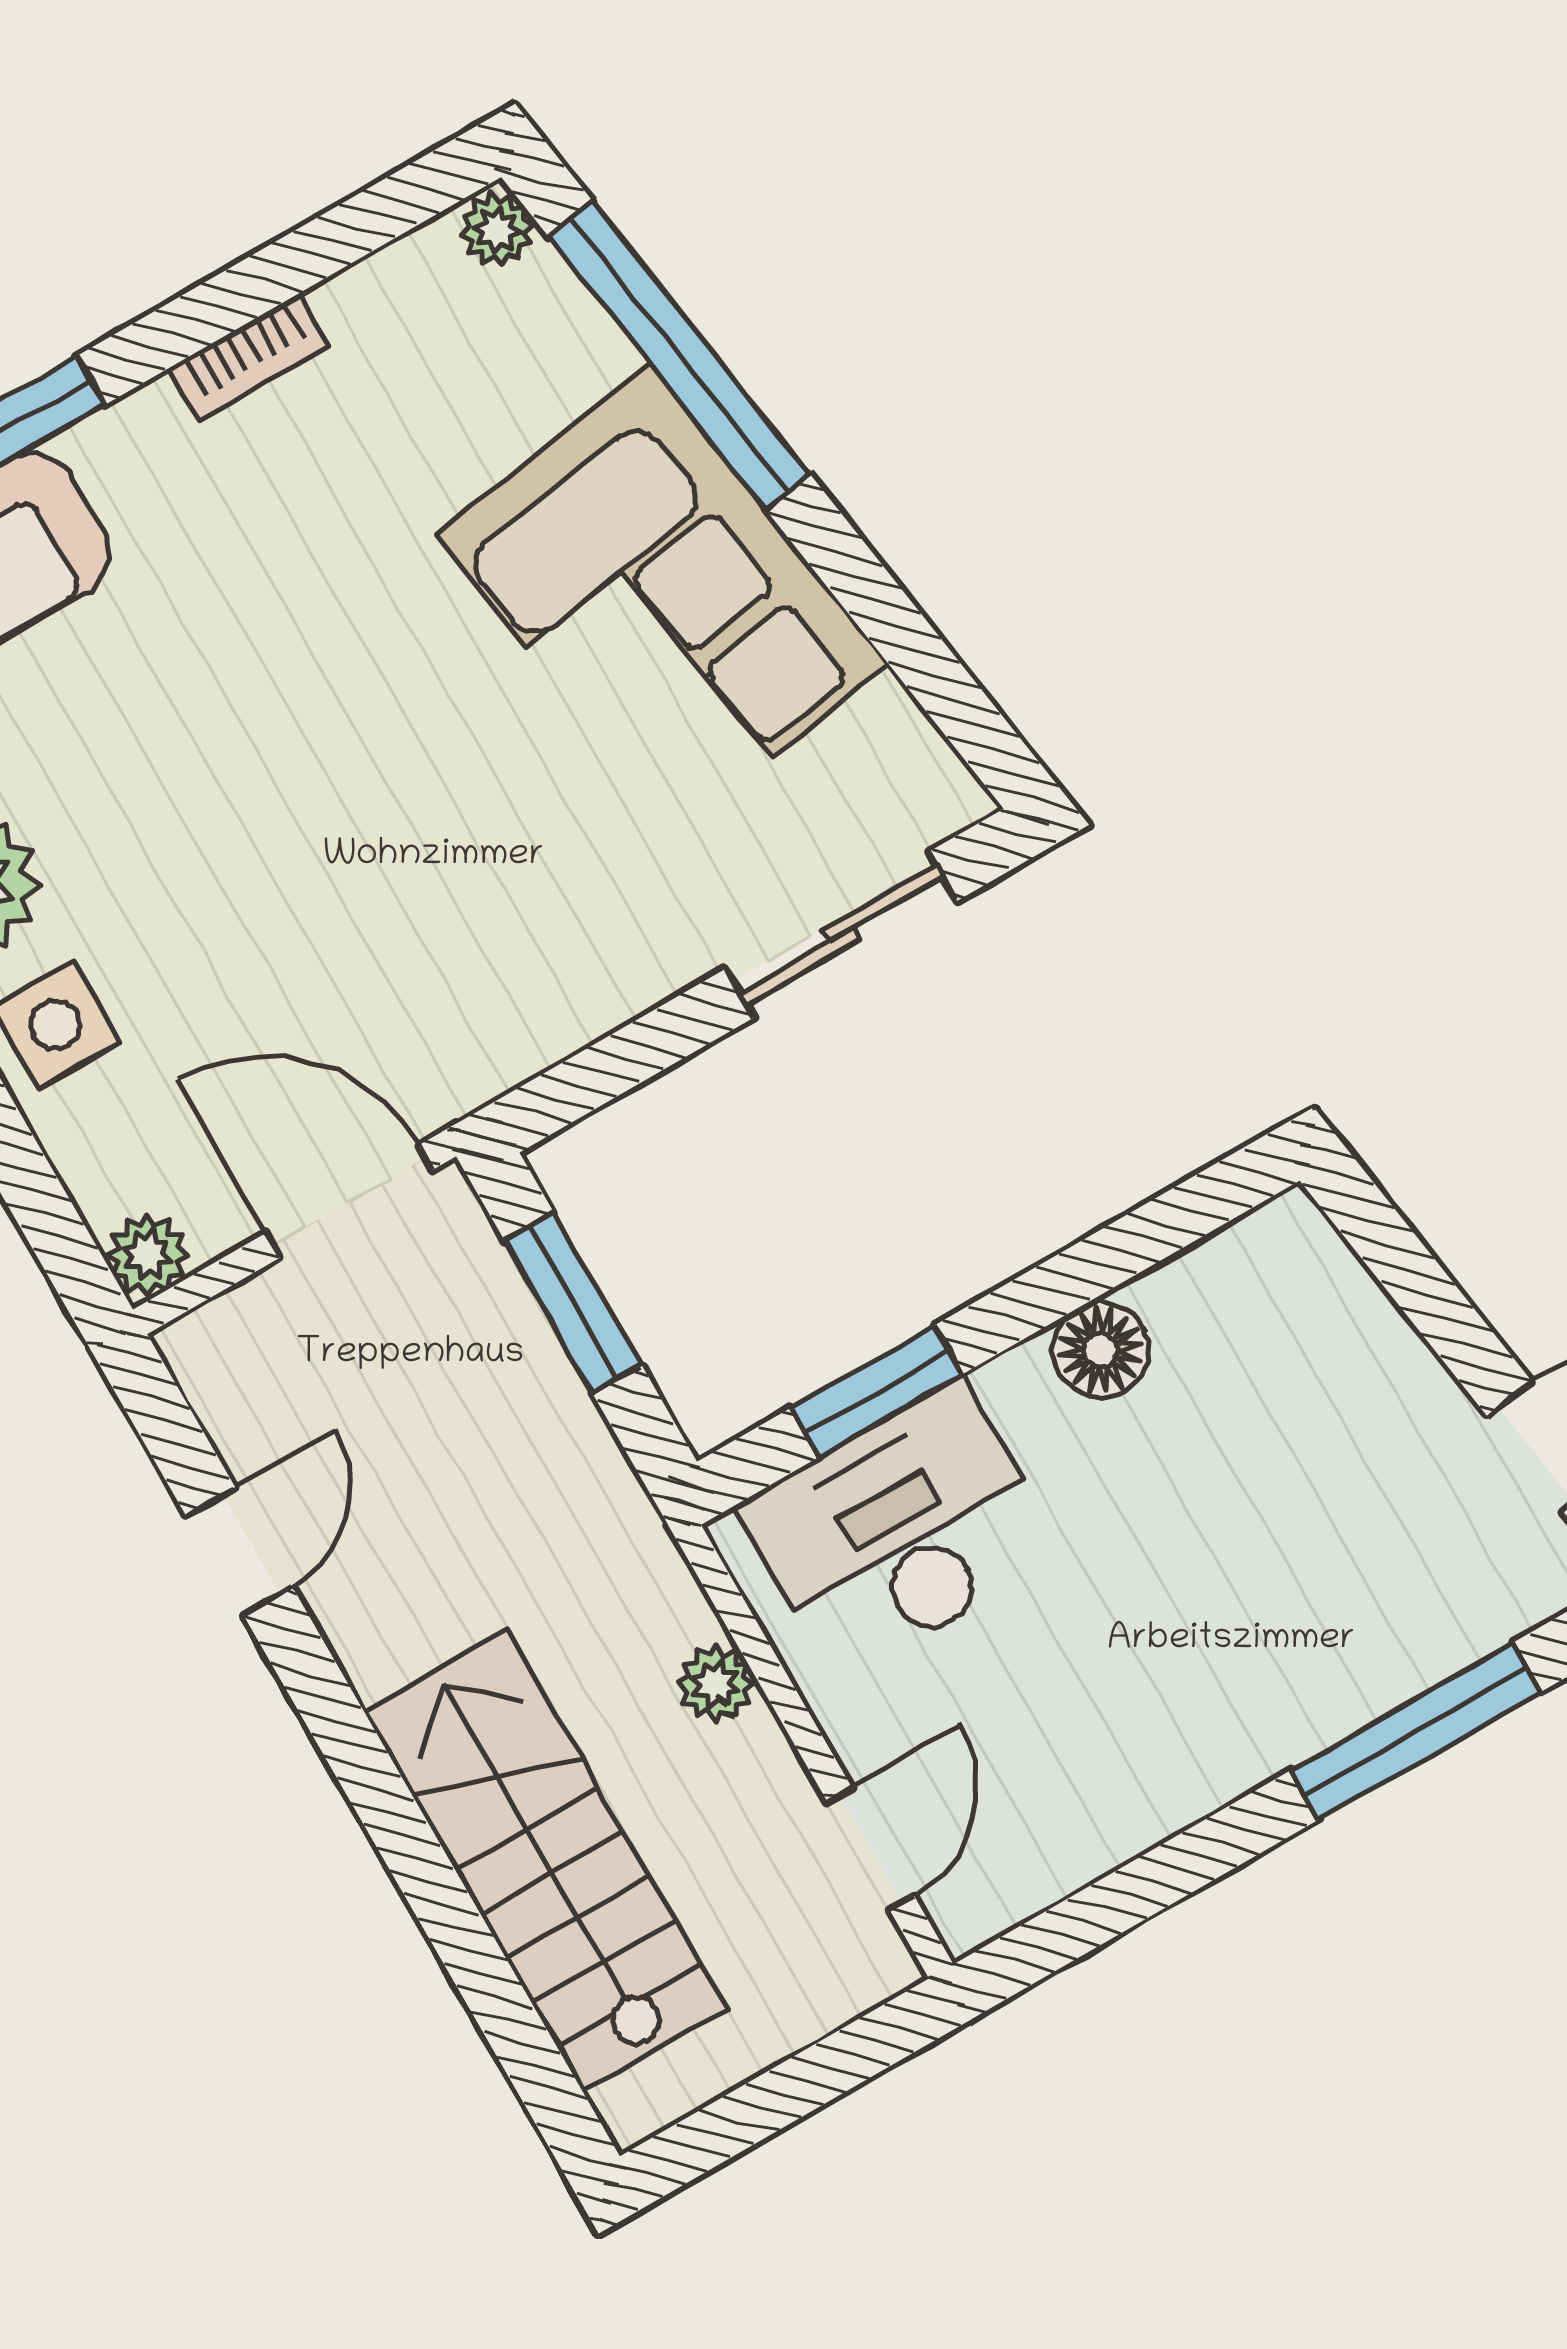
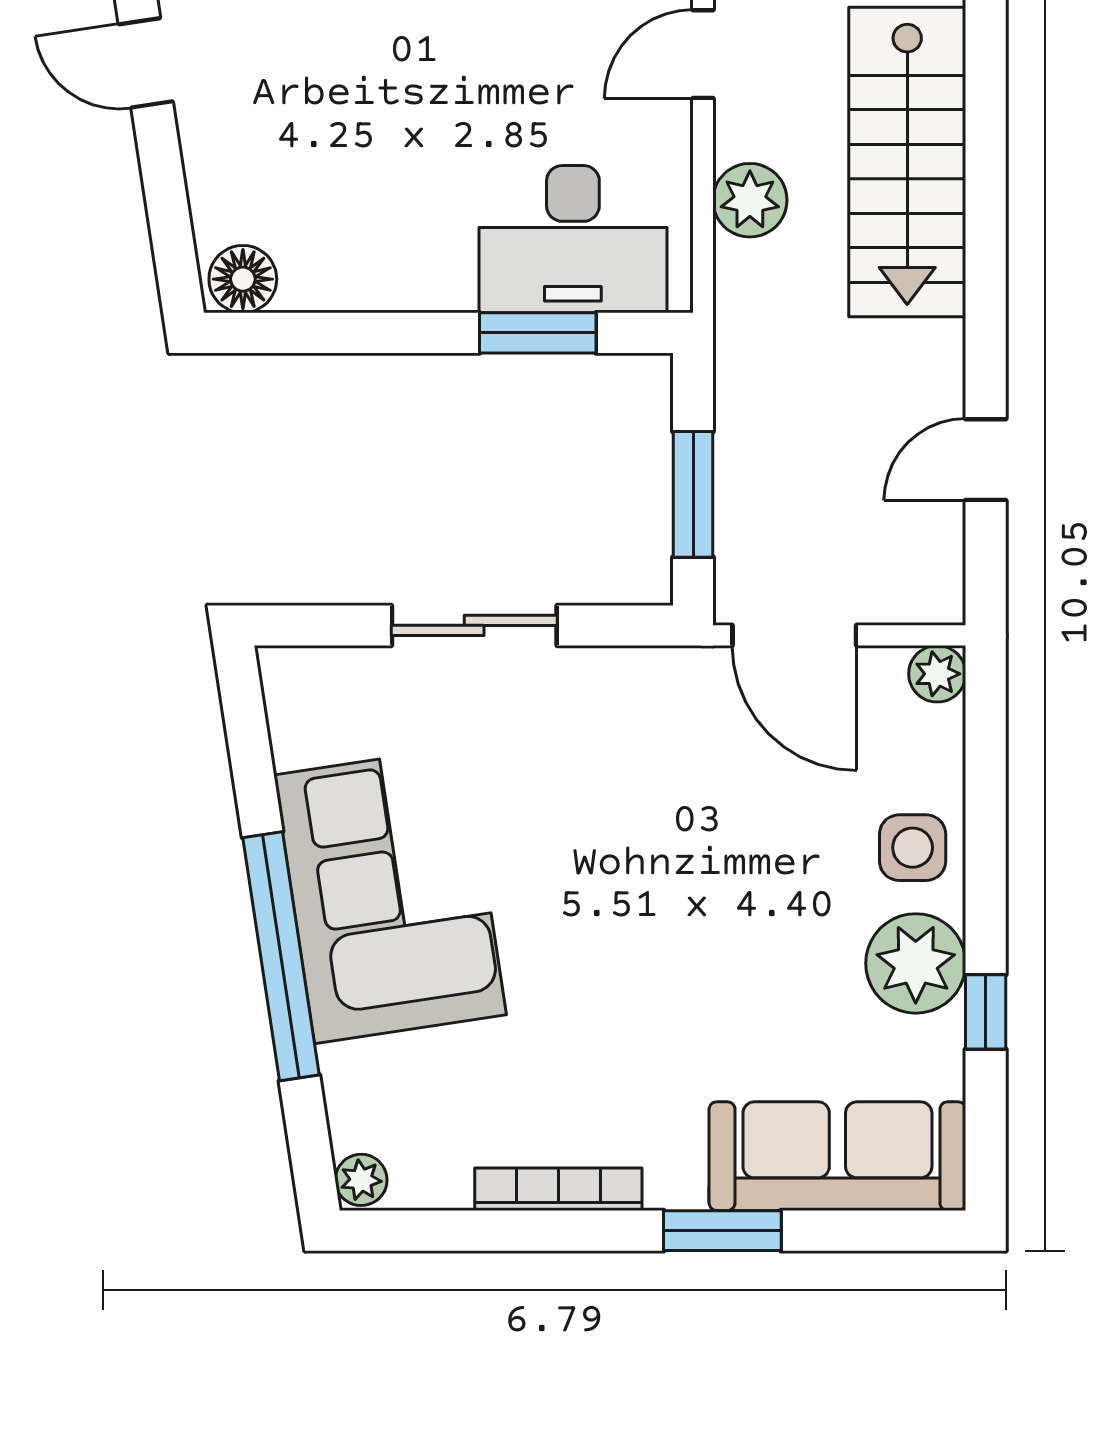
window: (679, 355) -> (281, 956), moved
bookcase: (249, 357) -> (558, 1189), width x1.56
sliding door: (841, 935) -> (474, 625), moved
floor lamp: (1101, 1350) -> (243, 279), moved
plant: (716, 1683) -> (750, 200), width x1.38, depth x1.38

